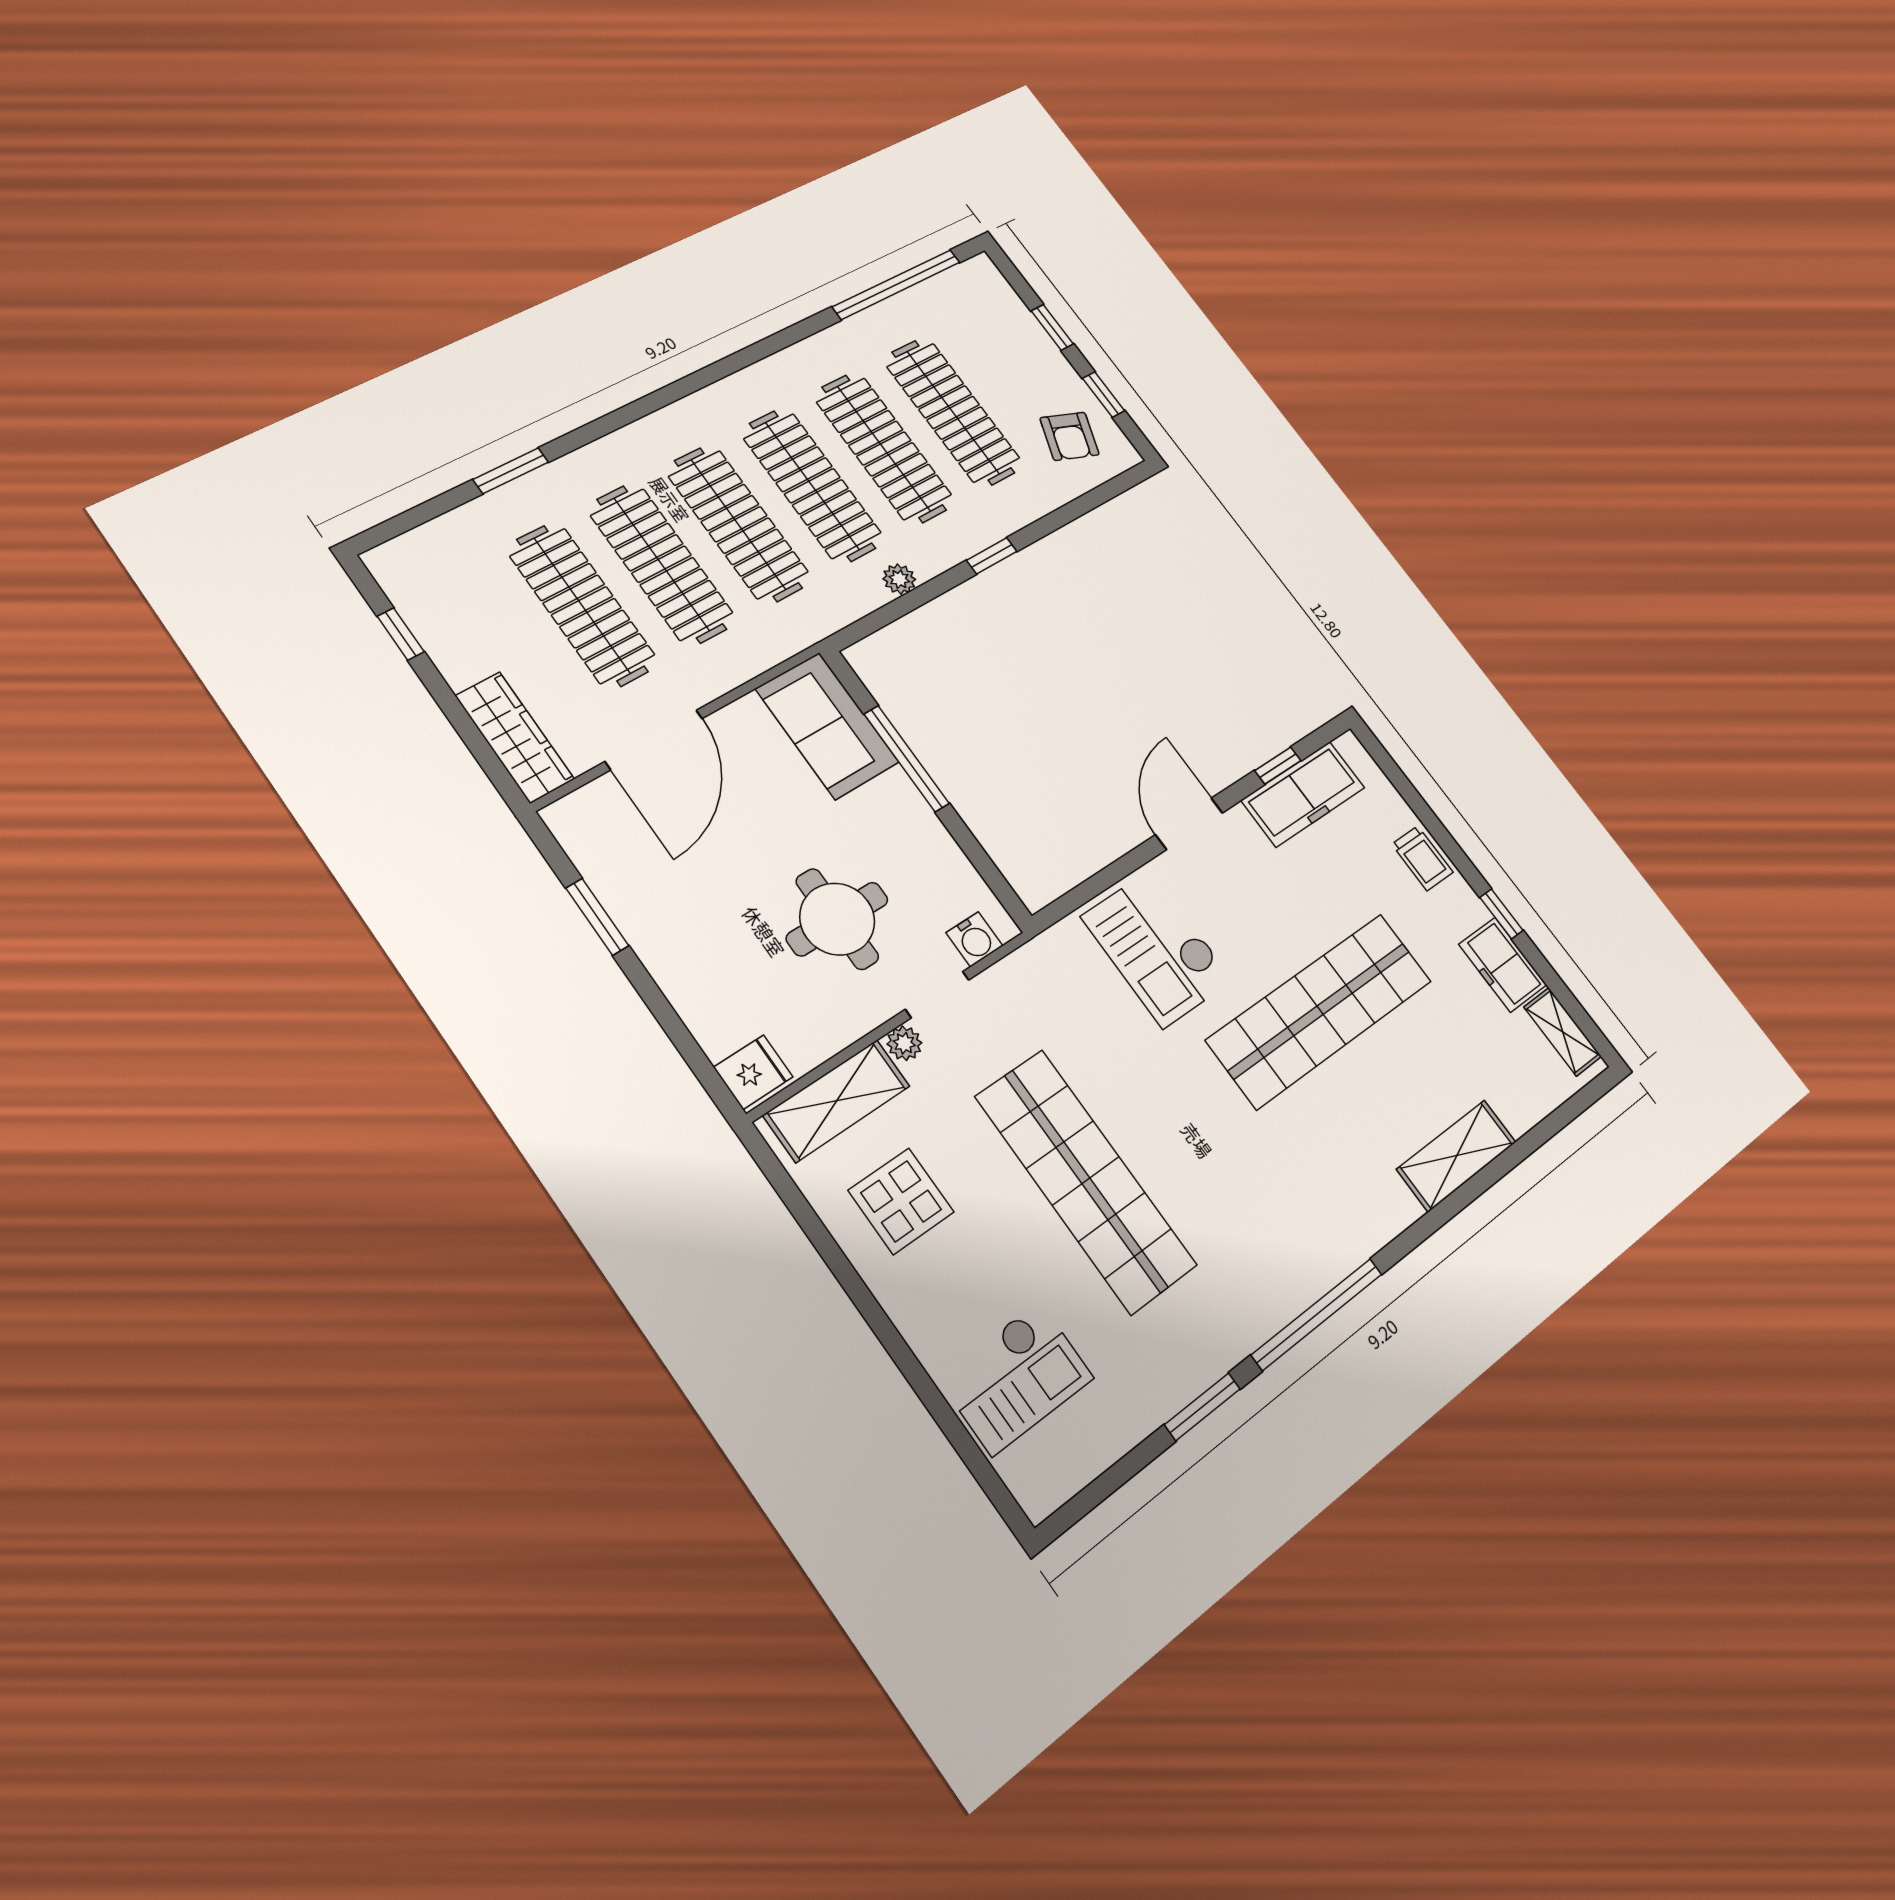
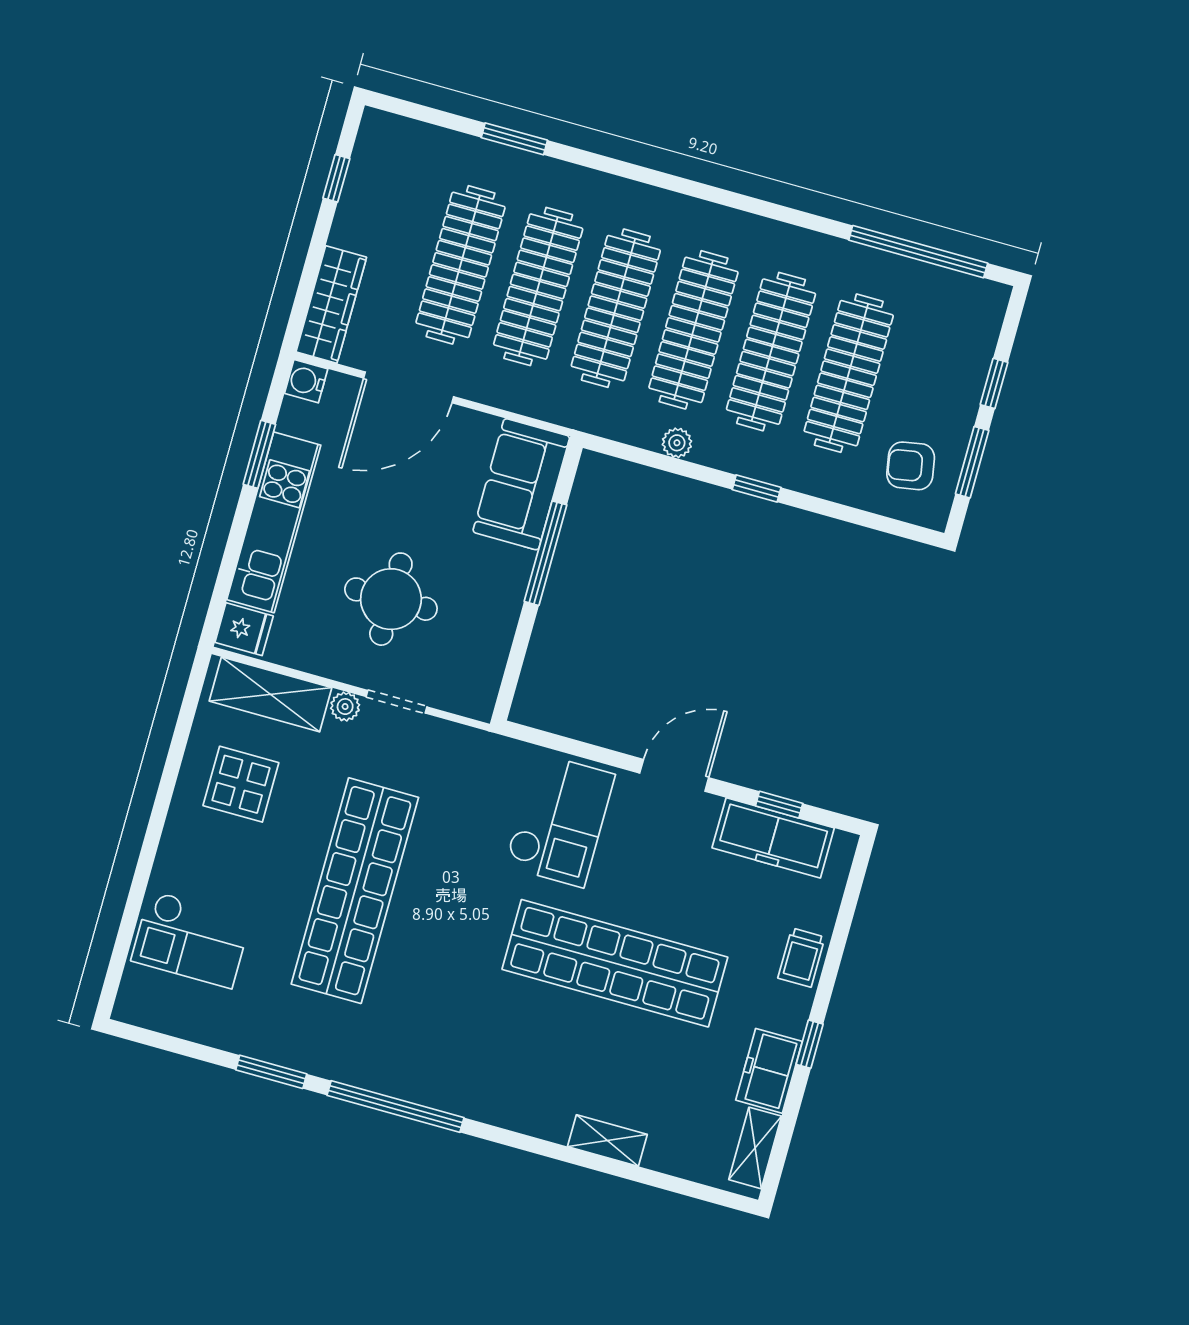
window: (1104, 394) -> (972, 462), width x1.50
armchair: (1069, 436) -> (911, 466), turned 60
water cooler: (974, 939) -> (306, 381), moved, turned 90
checkout: (1157, 948) -> (560, 820), turned 180
kitchen unit: (674, 959) -> (274, 522), added
shelving: (1457, 1156) -> (607, 1141), width x0.67, depth x0.75

